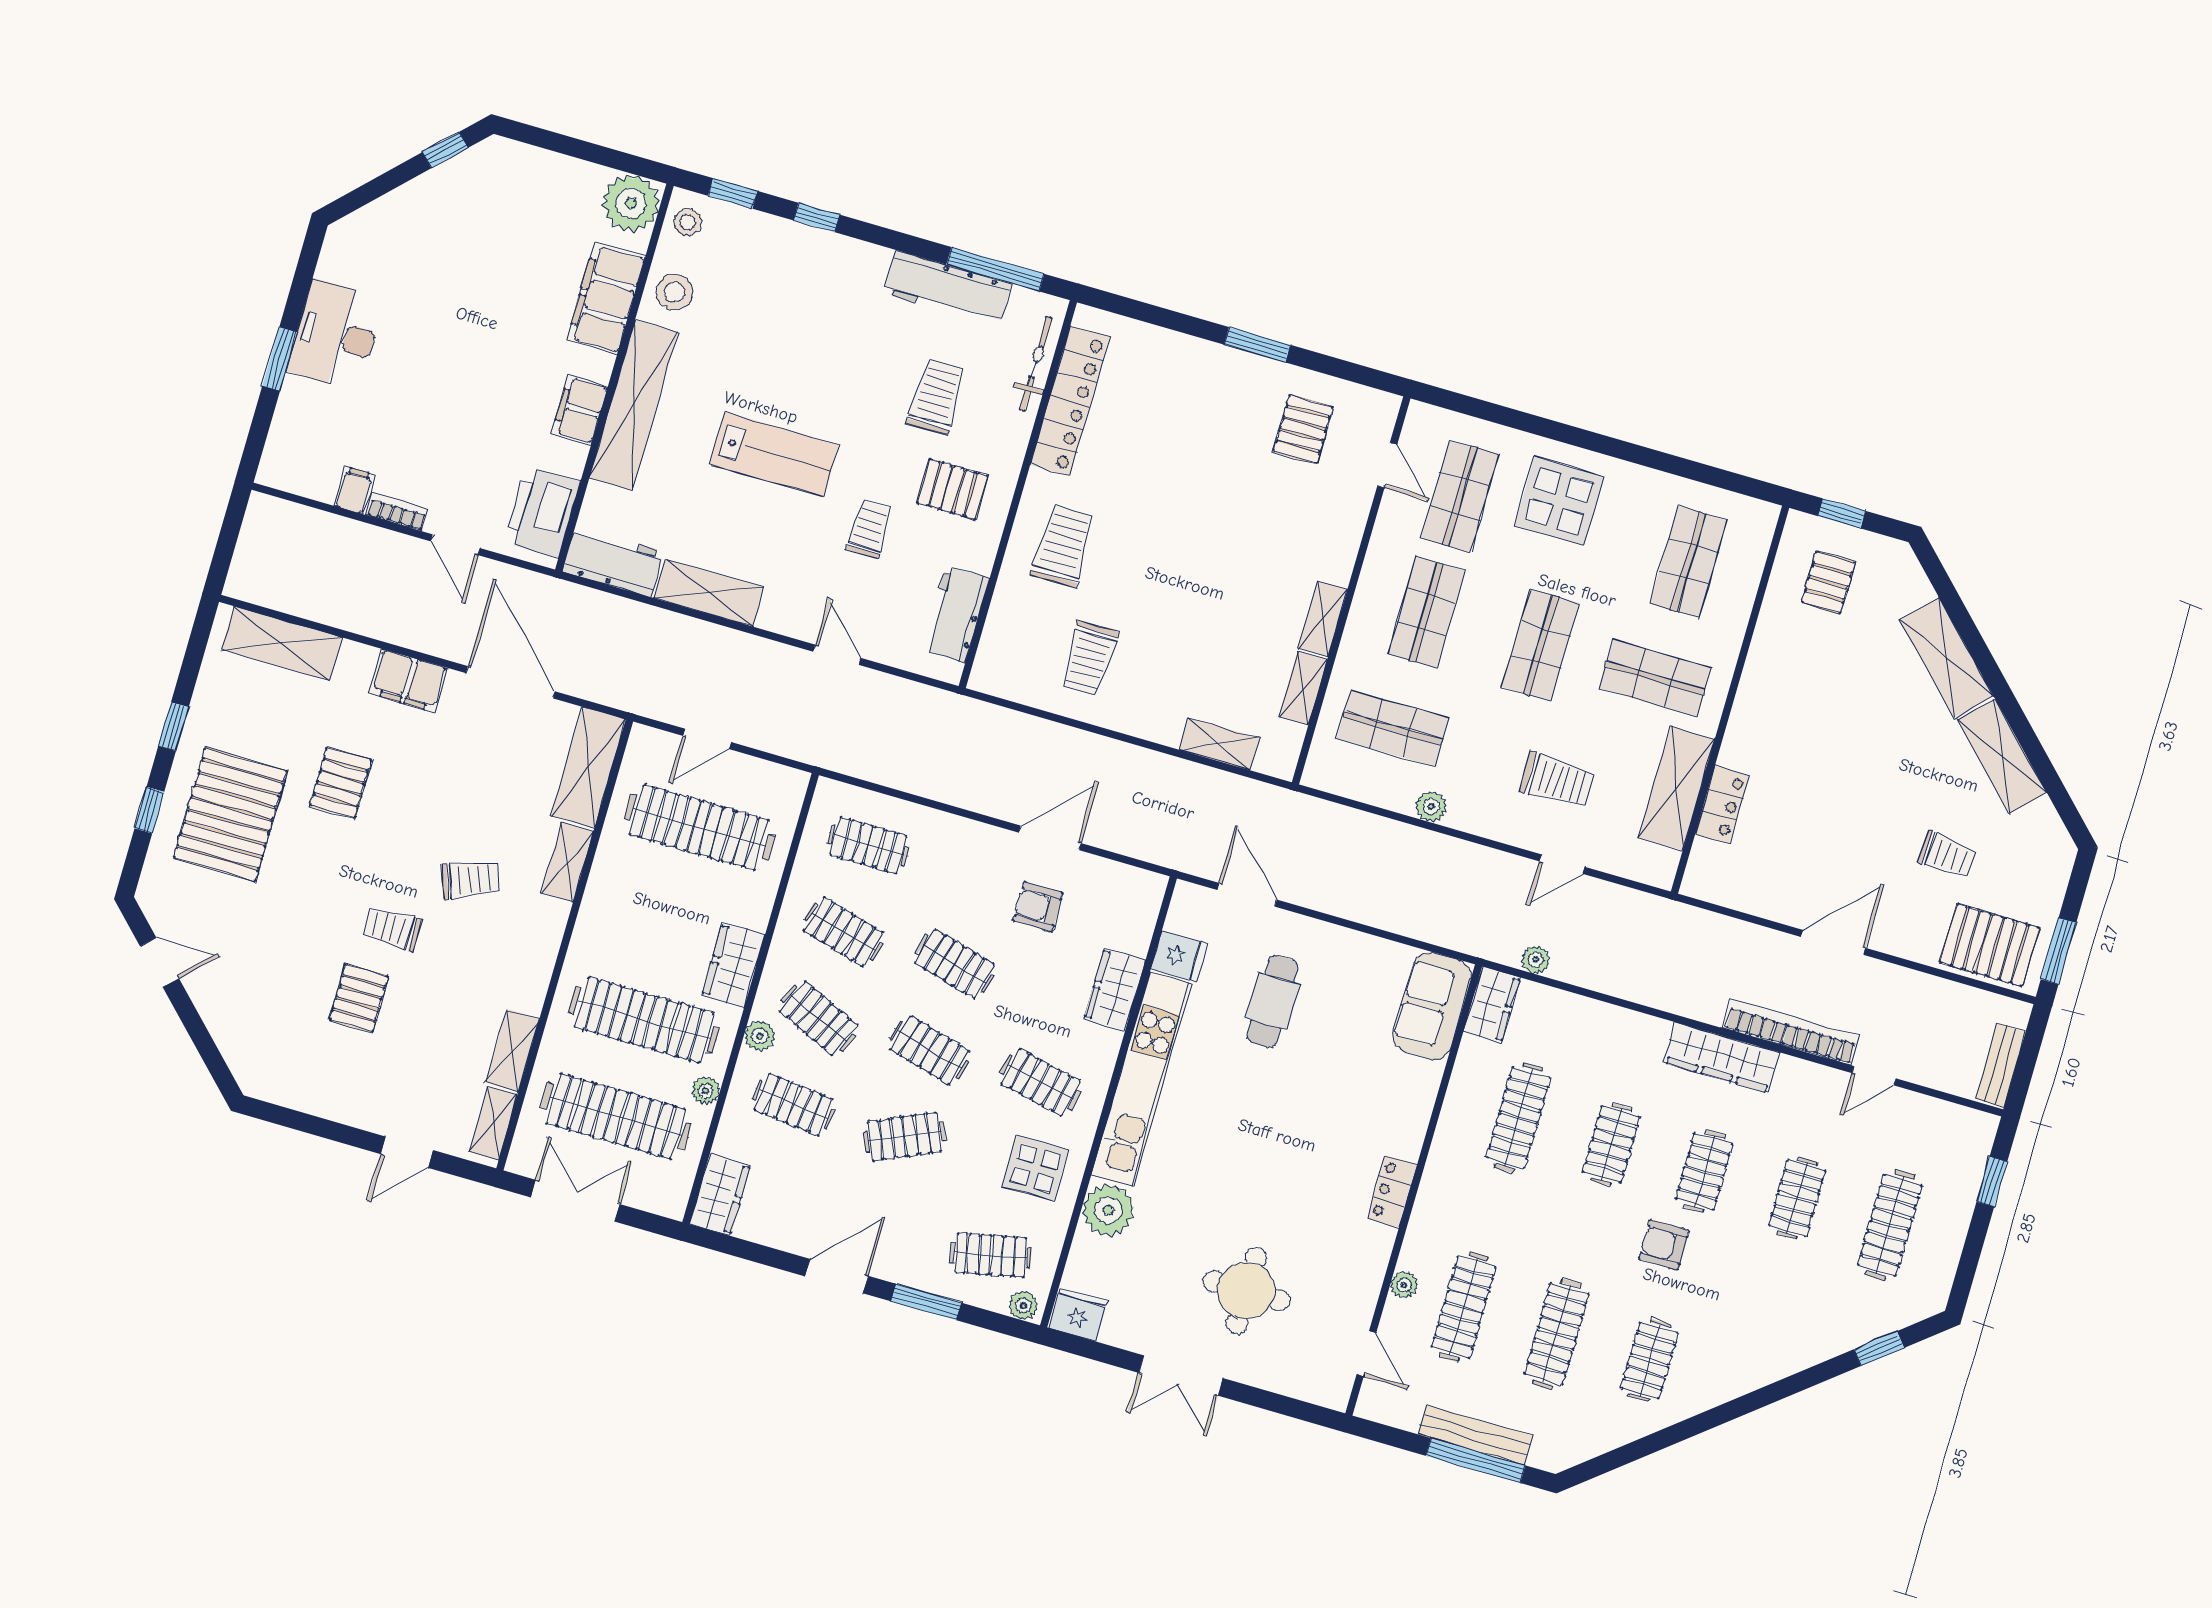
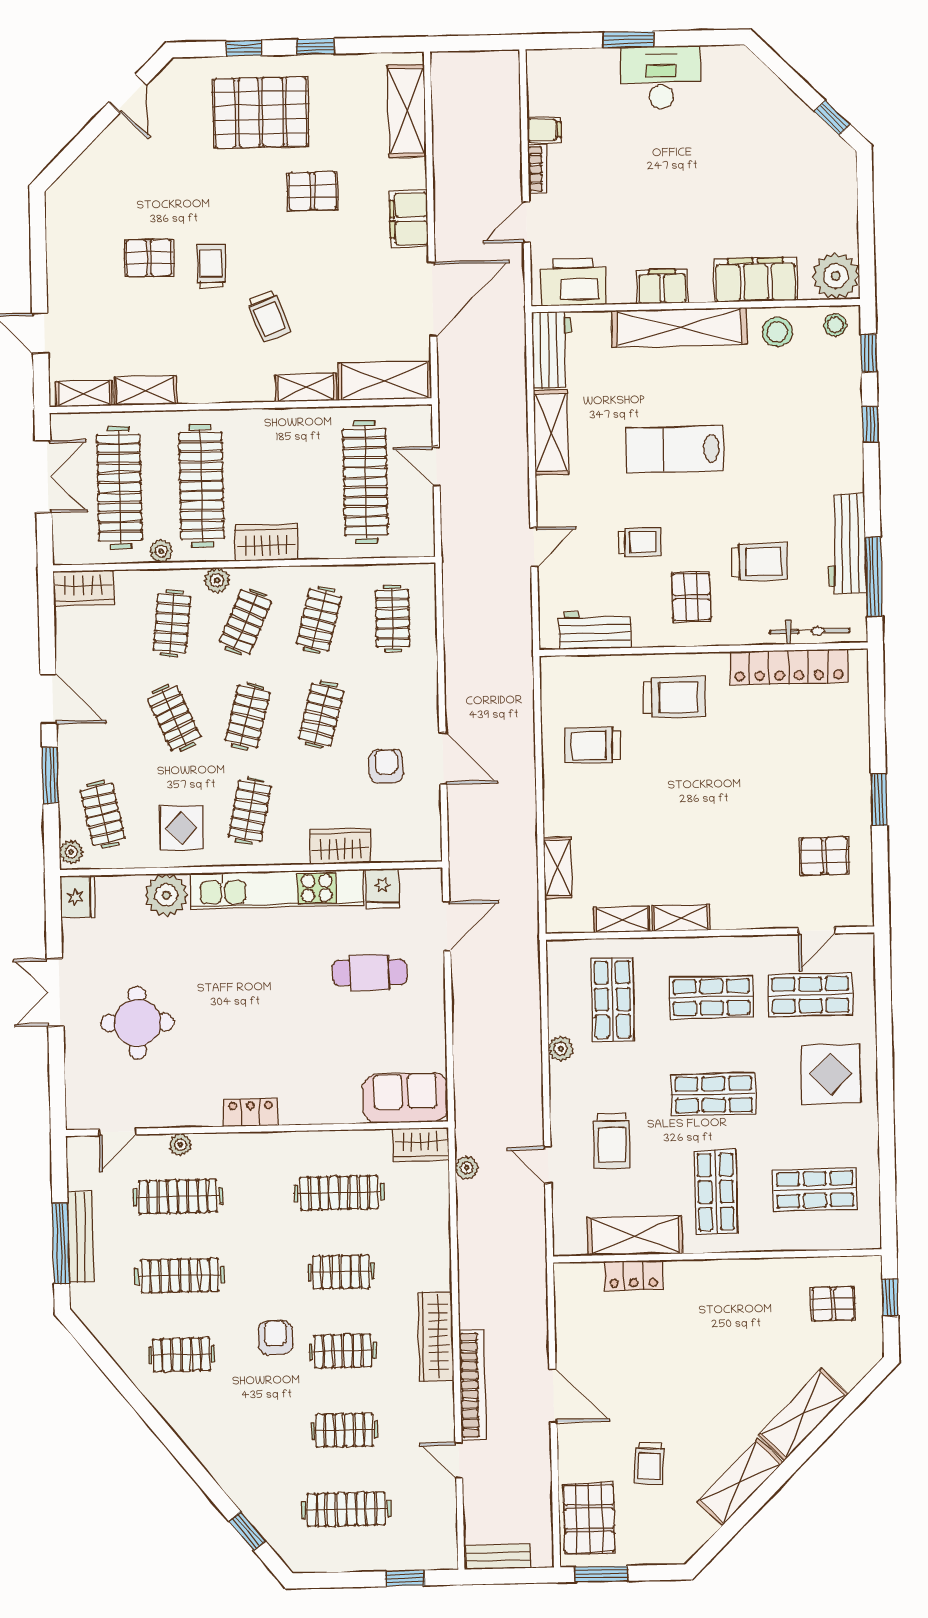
lab bench: (774, 455) -> (675, 449), turned 90

